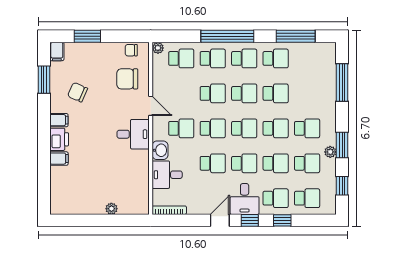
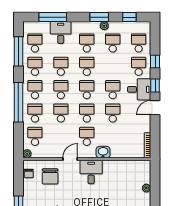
school desk: (276, 163) -> (35, 43), moved
desk: (167, 175) -> (61, 32), moved, turned 180
door: (220, 220) -> (155, 108), hinge flipped

